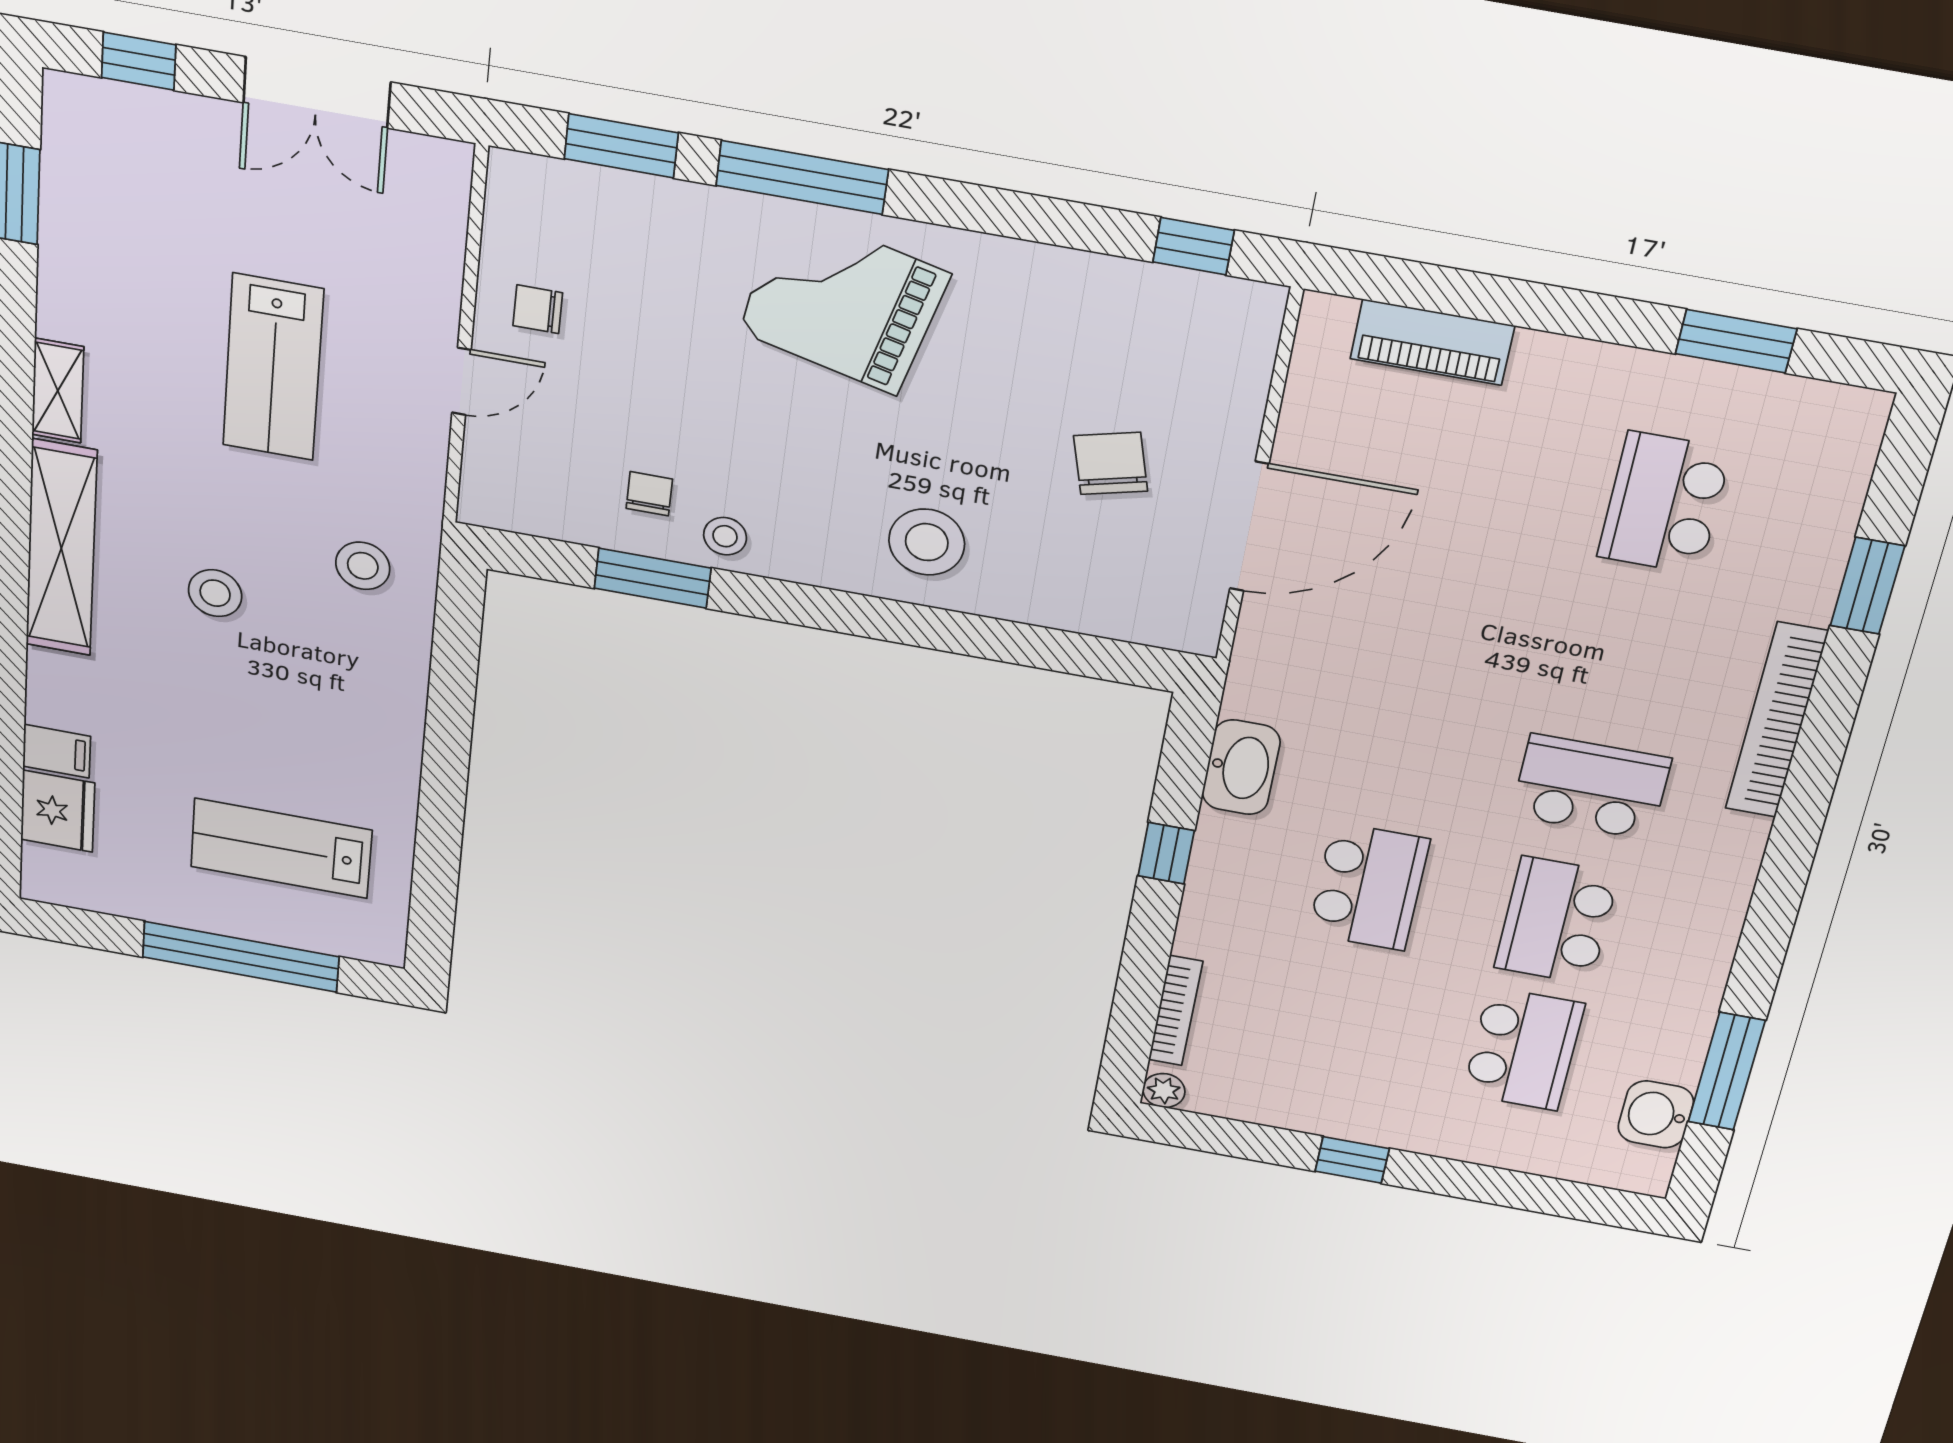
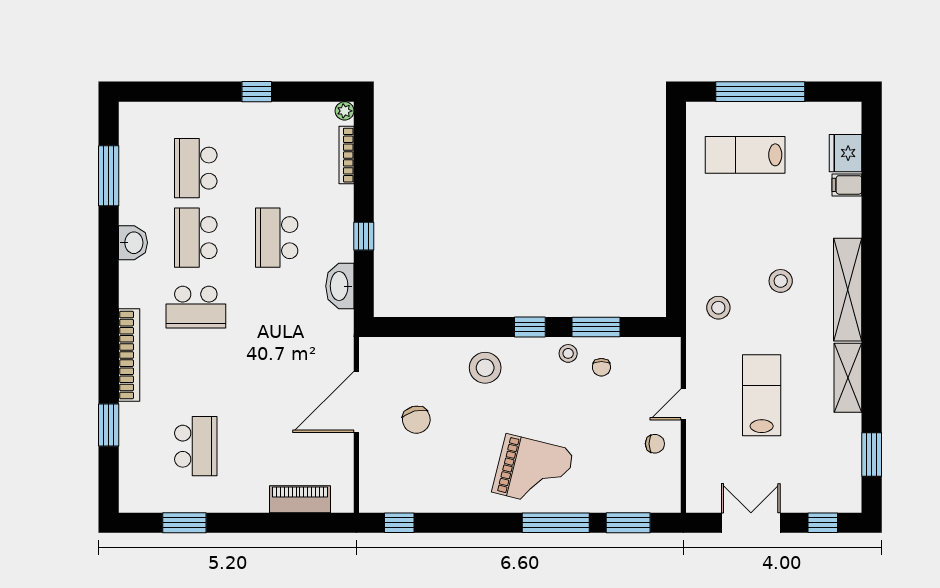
shelving: (58, 391) -> (848, 378), width x1.50, depth x1.33
window: (808, 606) -> (530, 327), added
lab bench: (281, 848) -> (745, 155), turned 180
school desk: (1556, 921) -> (196, 238), turned 180
washbasin: (1656, 1114) -> (133, 243), moved

